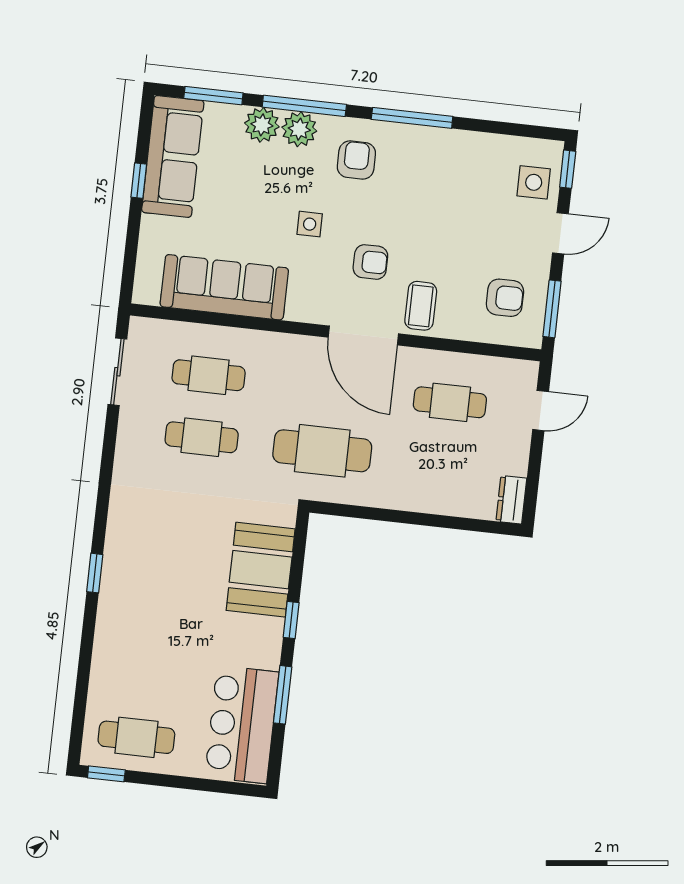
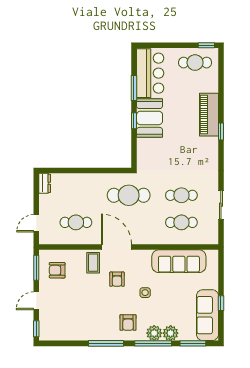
side table: (534, 182) -> (50, 321), removed
armchair: (370, 262) -> (117, 279), turned -90
sliding door: (117, 372) -> (221, 205), moved
booth: (261, 570) -> (150, 118), moved
piano: (118, 615) -> (209, 115), added

